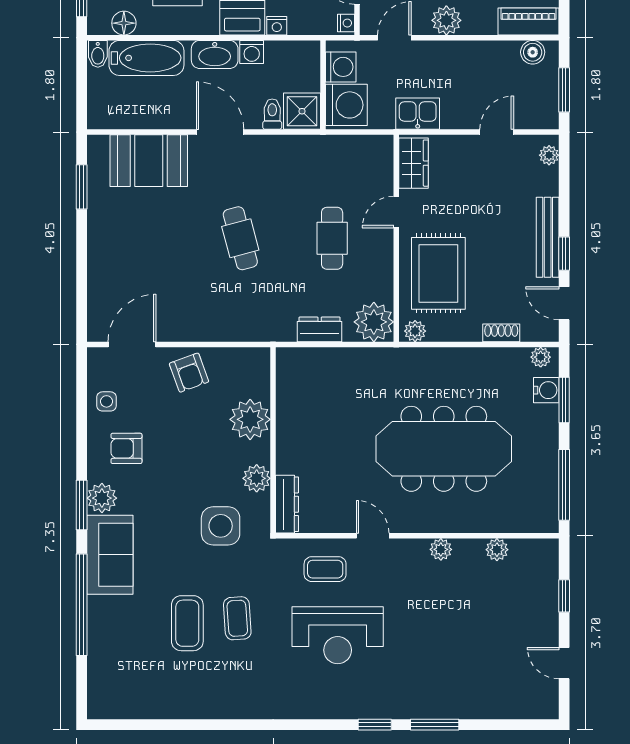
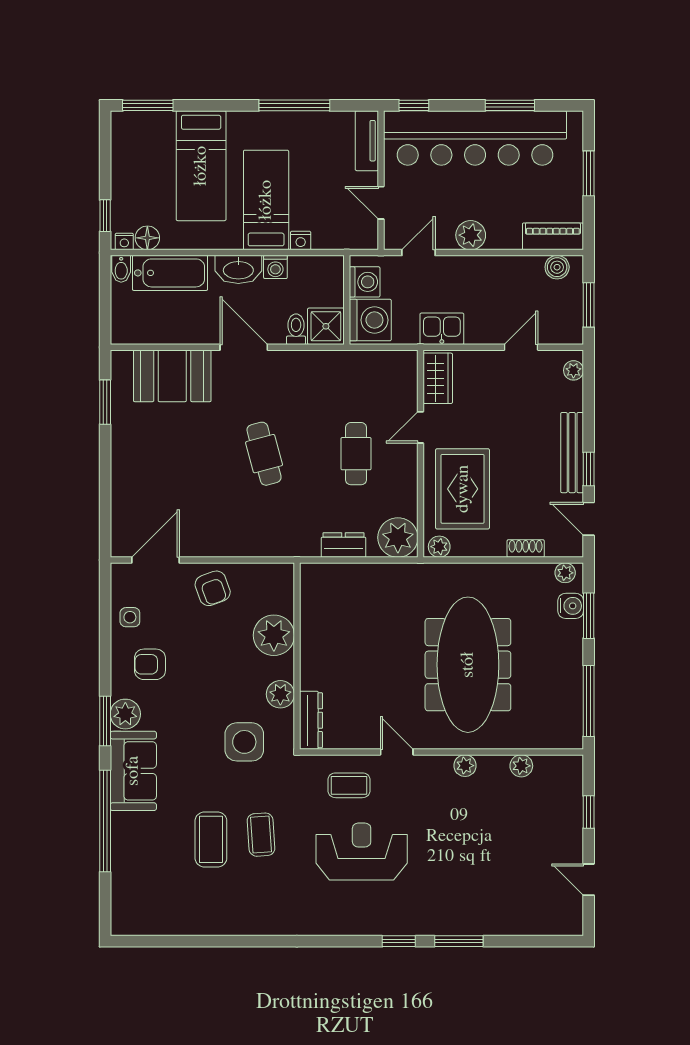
nightstand: (346, 23) -> (124, 242), moved, turned 90
meeting table: (444, 449) -> (468, 665), turned 90
reception desk: (338, 635) -> (362, 852), turned 180

